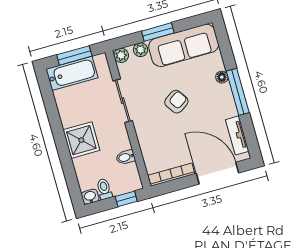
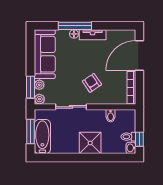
window: (158, 32) -> (30, 87), moved
window: (238, 92) -> (75, 26), moved
armchair: (176, 102) -> (92, 83), moved
tv unit: (237, 135) -> (93, 35), moved
window: (126, 199) -> (139, 139), moved

